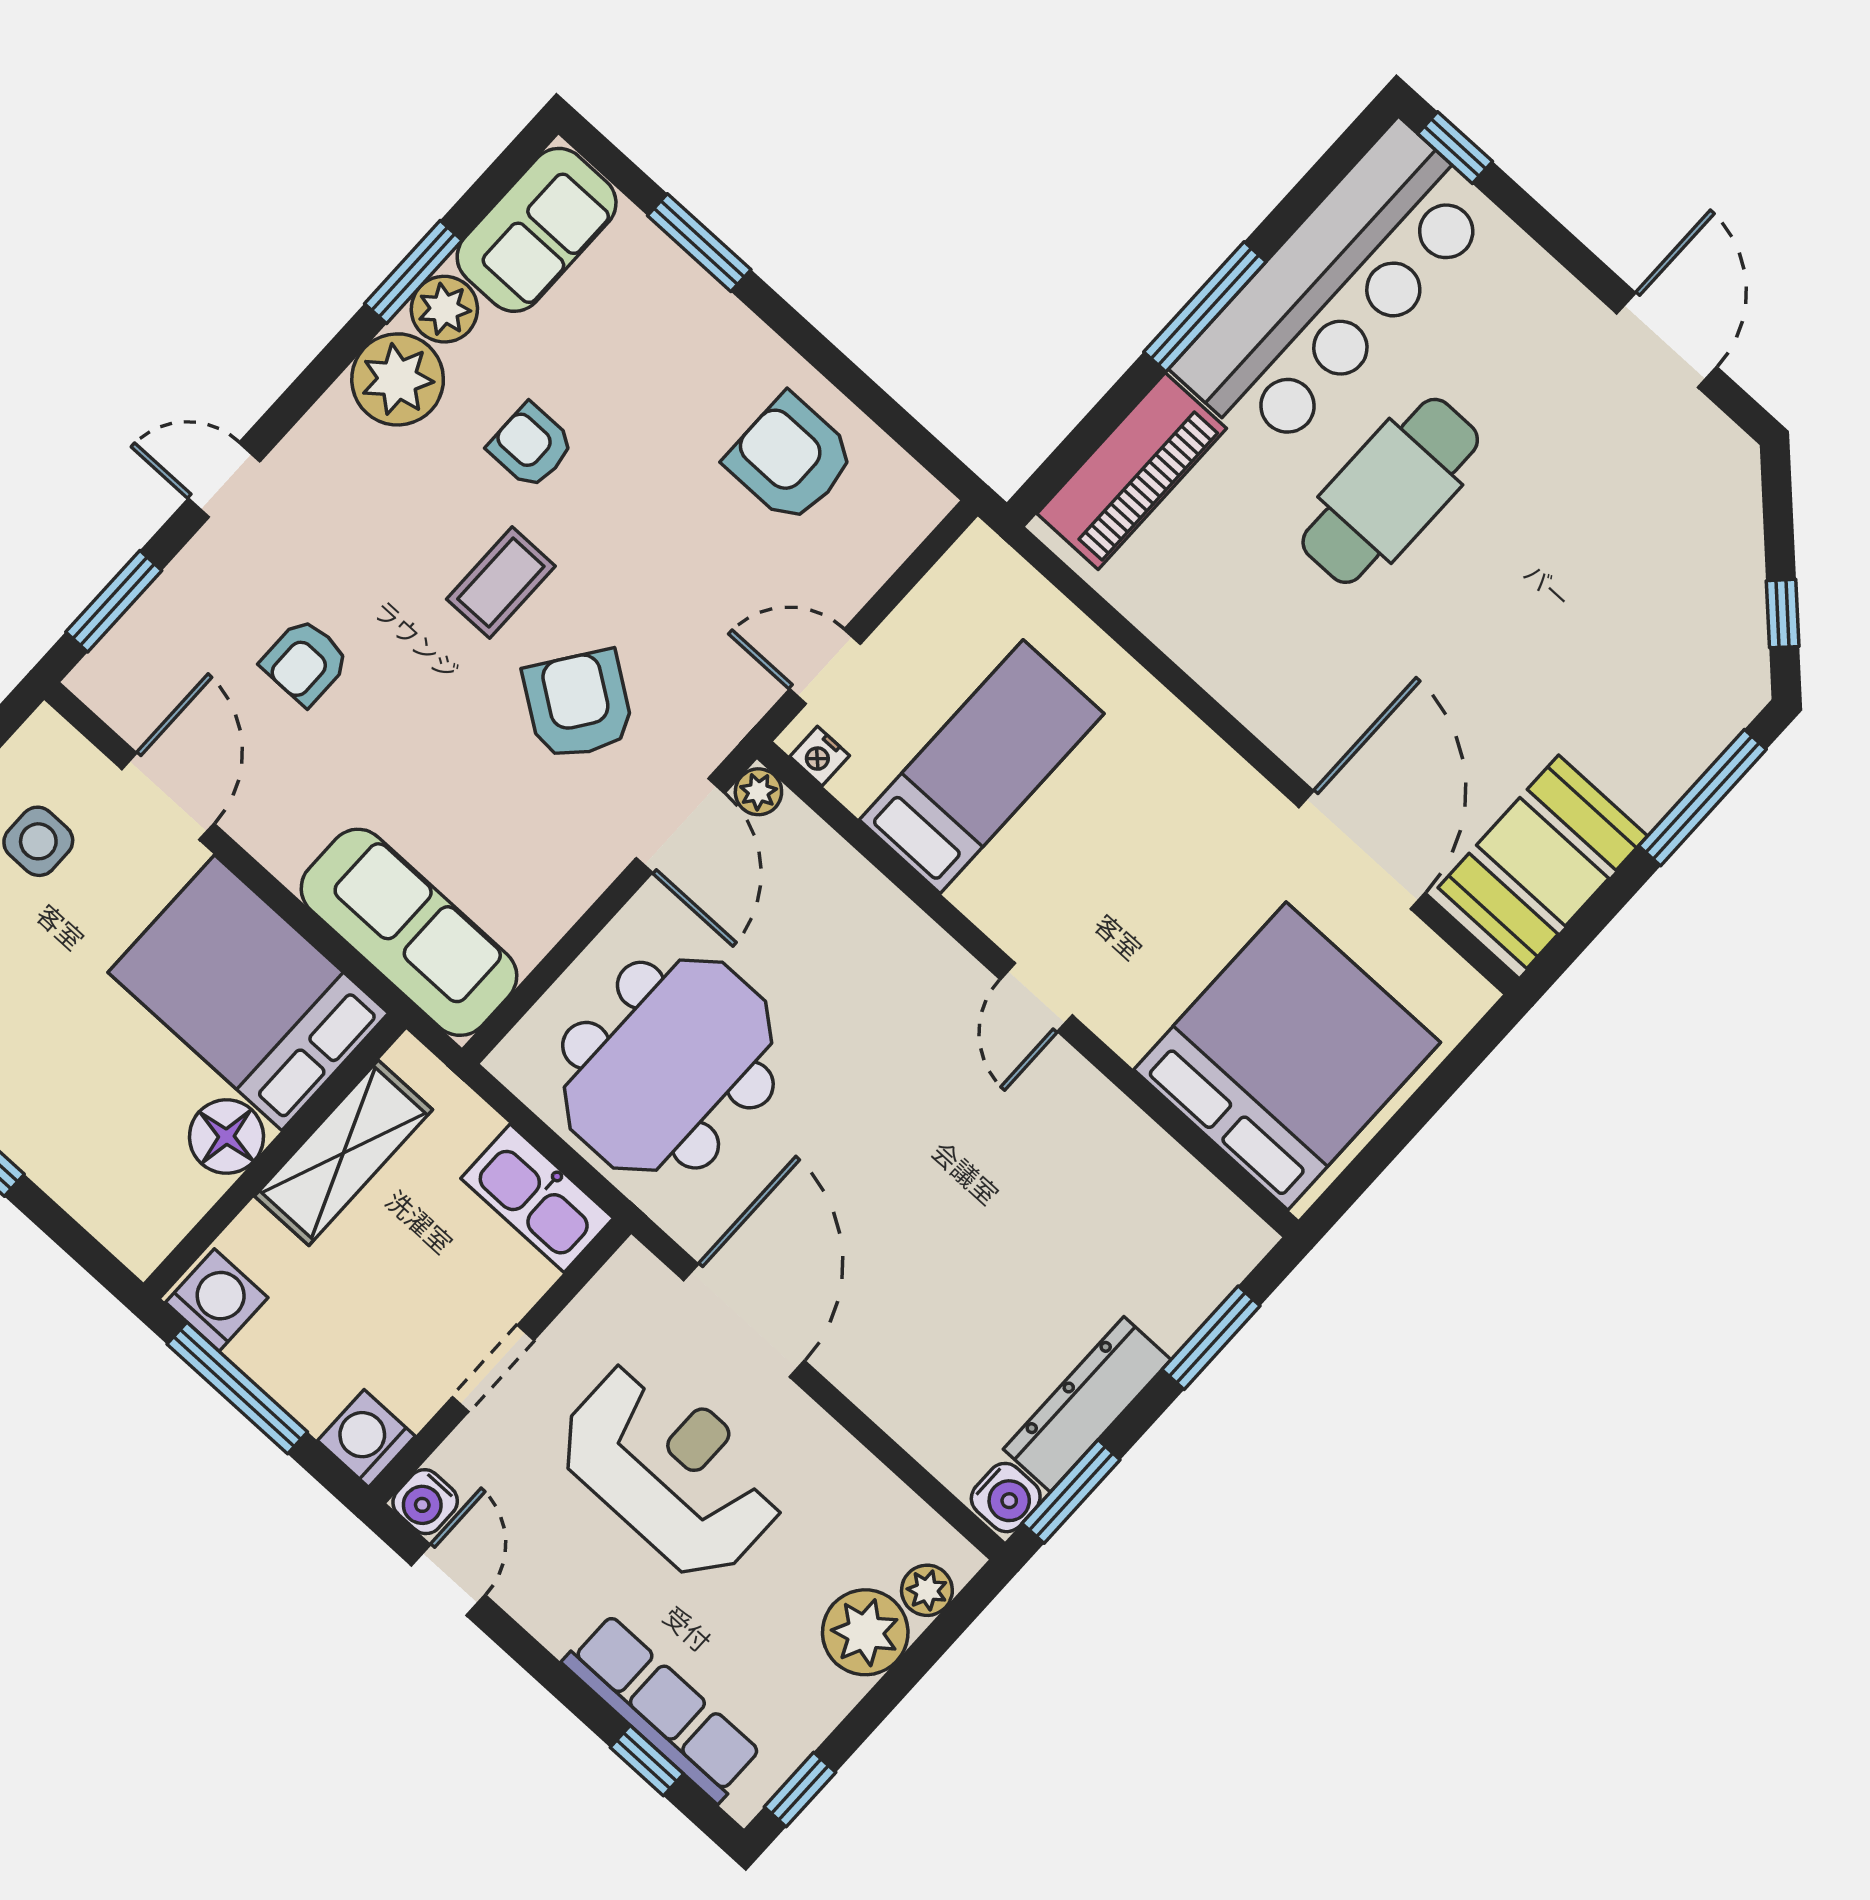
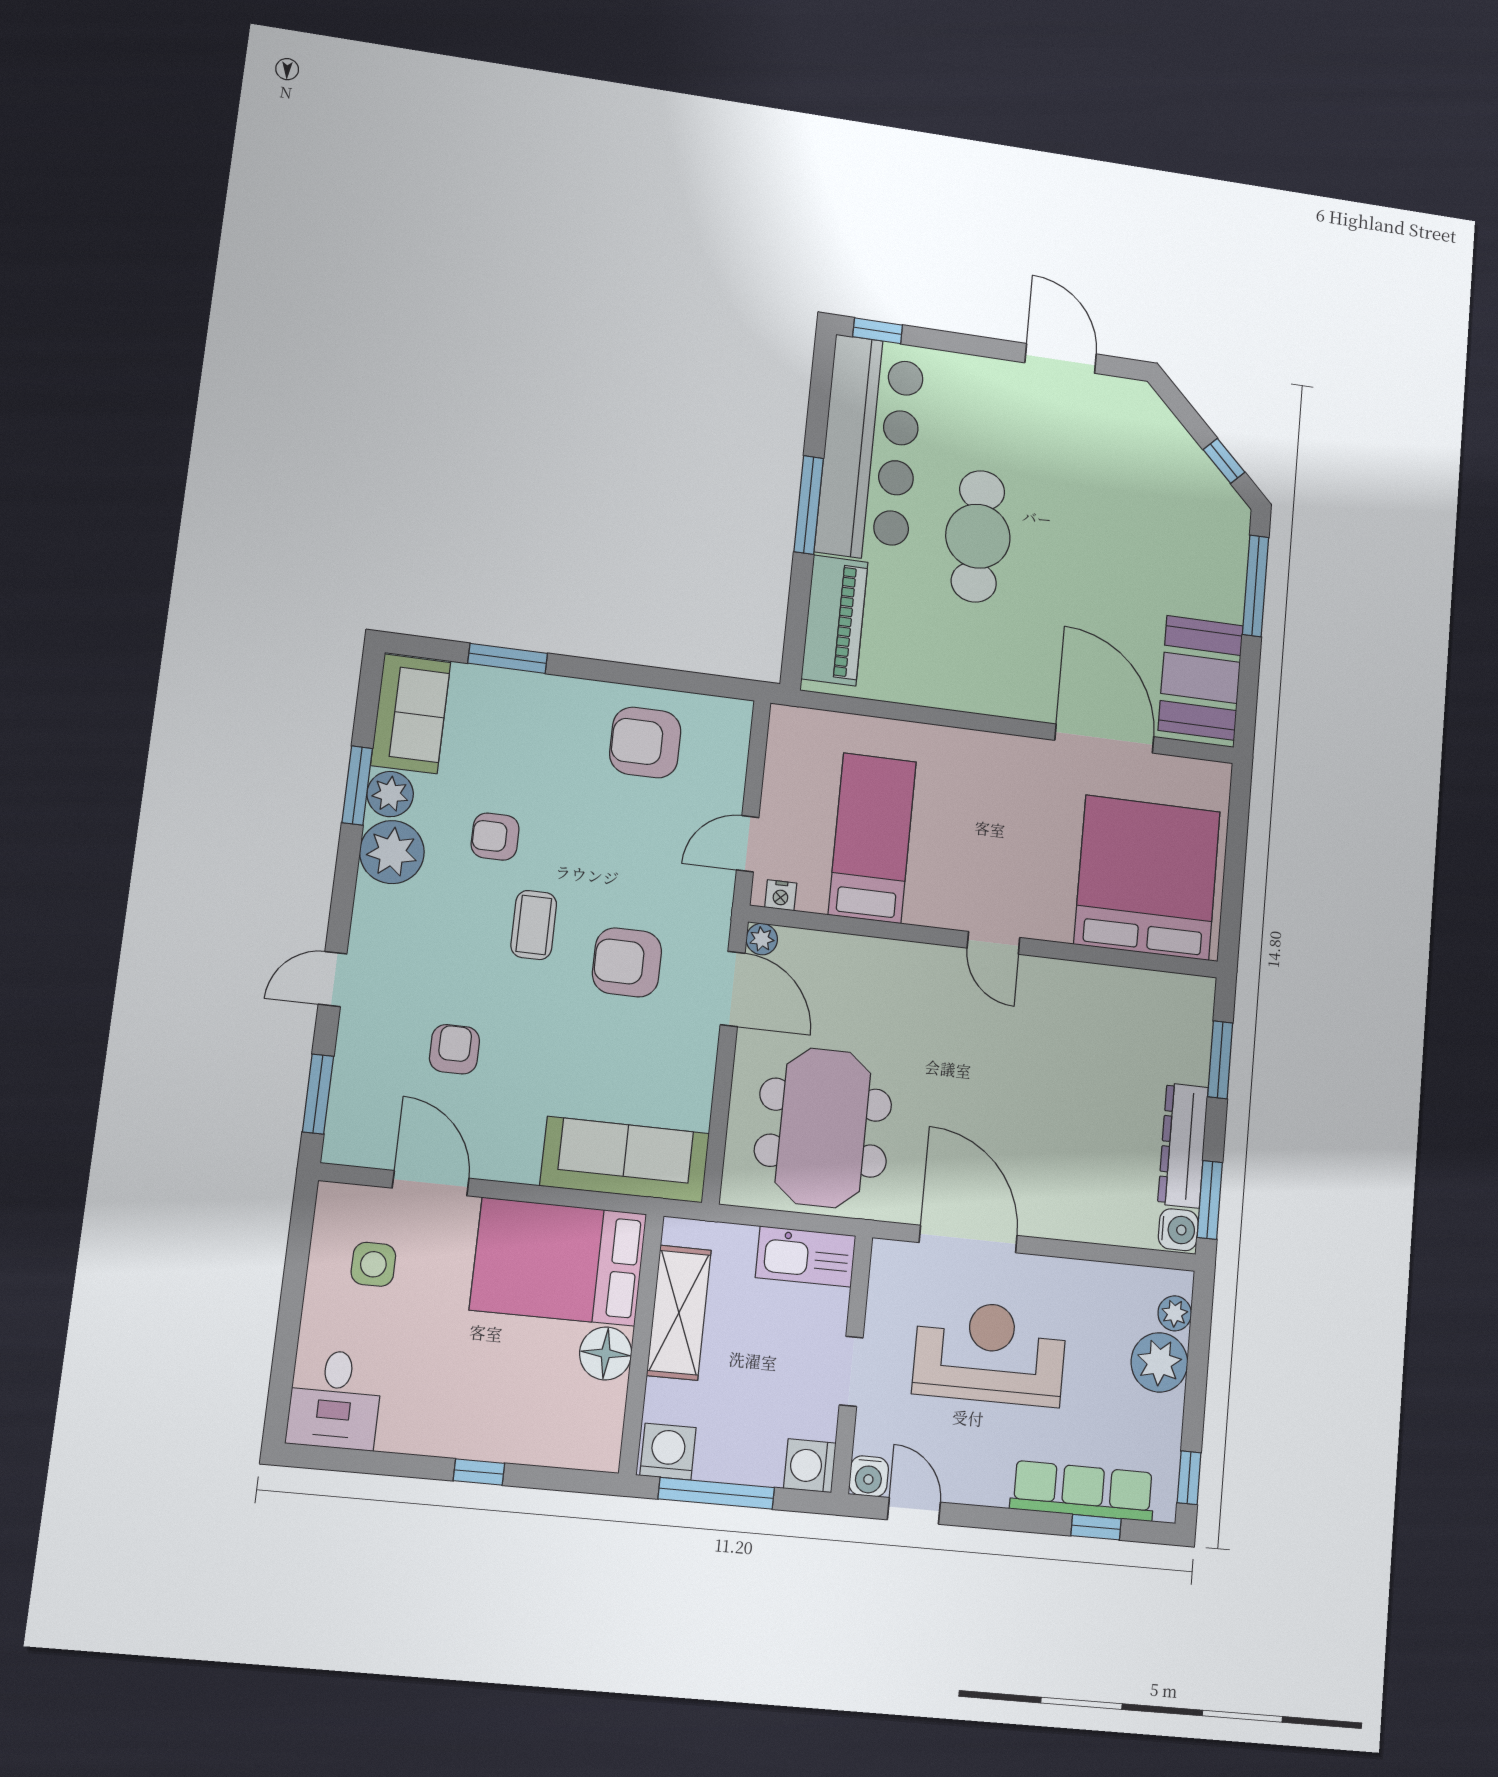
armchair: (305, 662) -> (454, 1049), turned 180
armchair: (578, 705) -> (627, 962), turned -35

